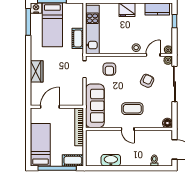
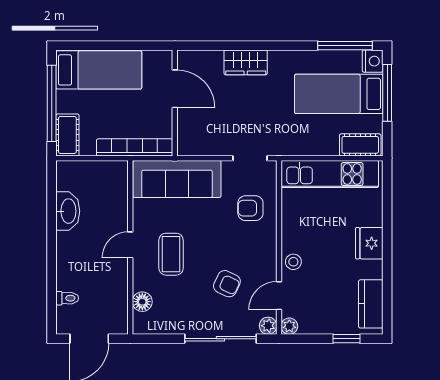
cot: (78, 38) -> (360, 145), moved
door: (153, 55) -> (279, 296), swing flipped
floor lamp: (167, 123) -> (142, 302), moved

